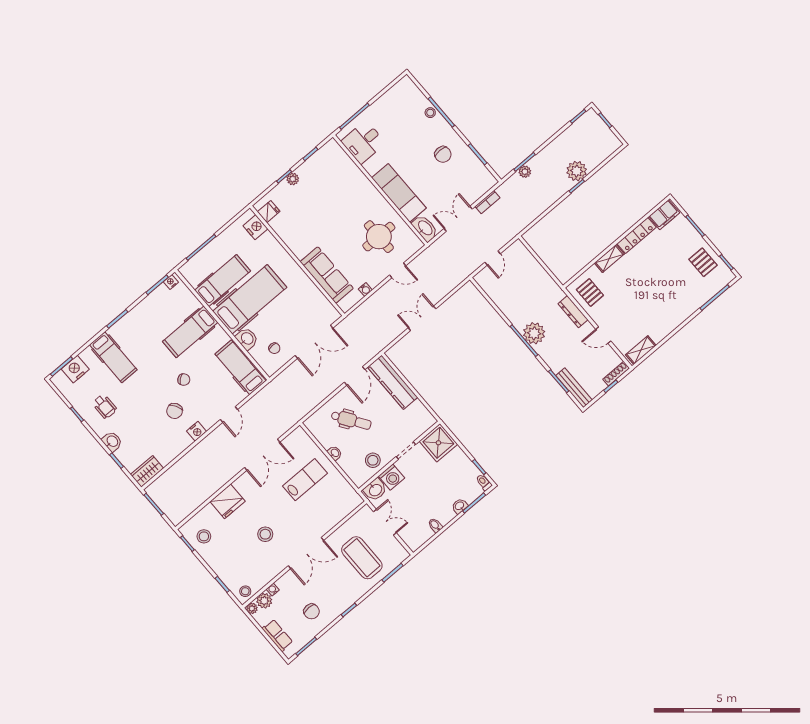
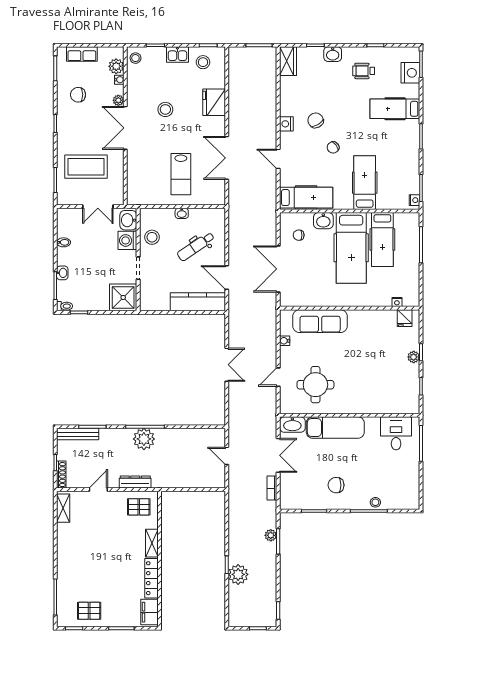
nightstand: (255, 227) -> (397, 302), width x0.53, depth x0.56
kitchen sink: (215, 561) -> (177, 55), added
plant: (252, 608) -> (118, 100), moved

